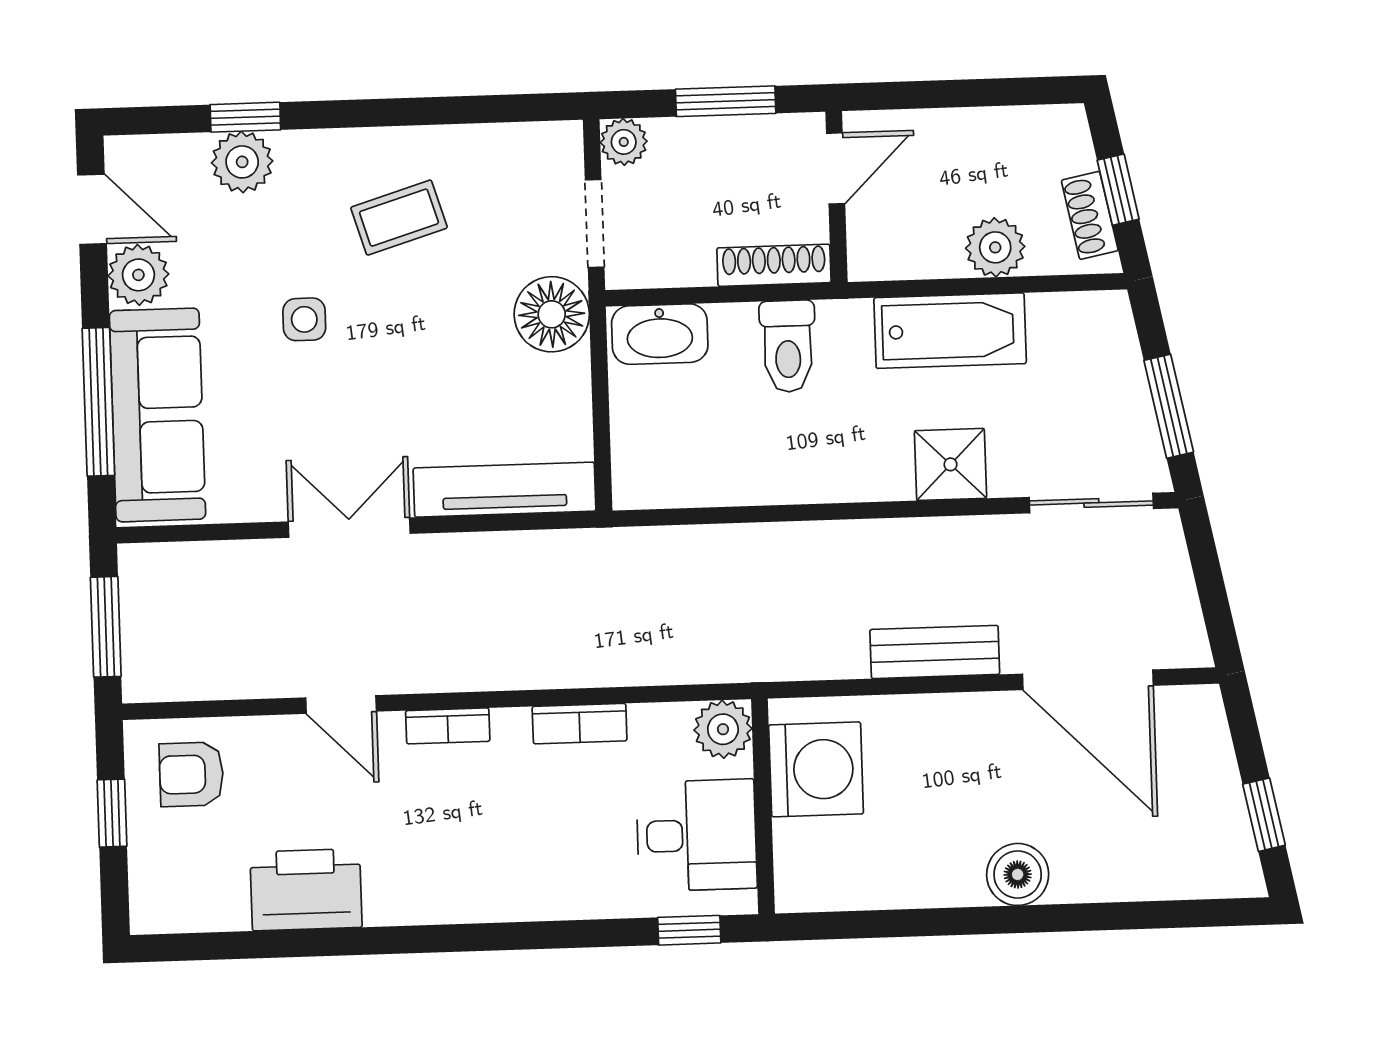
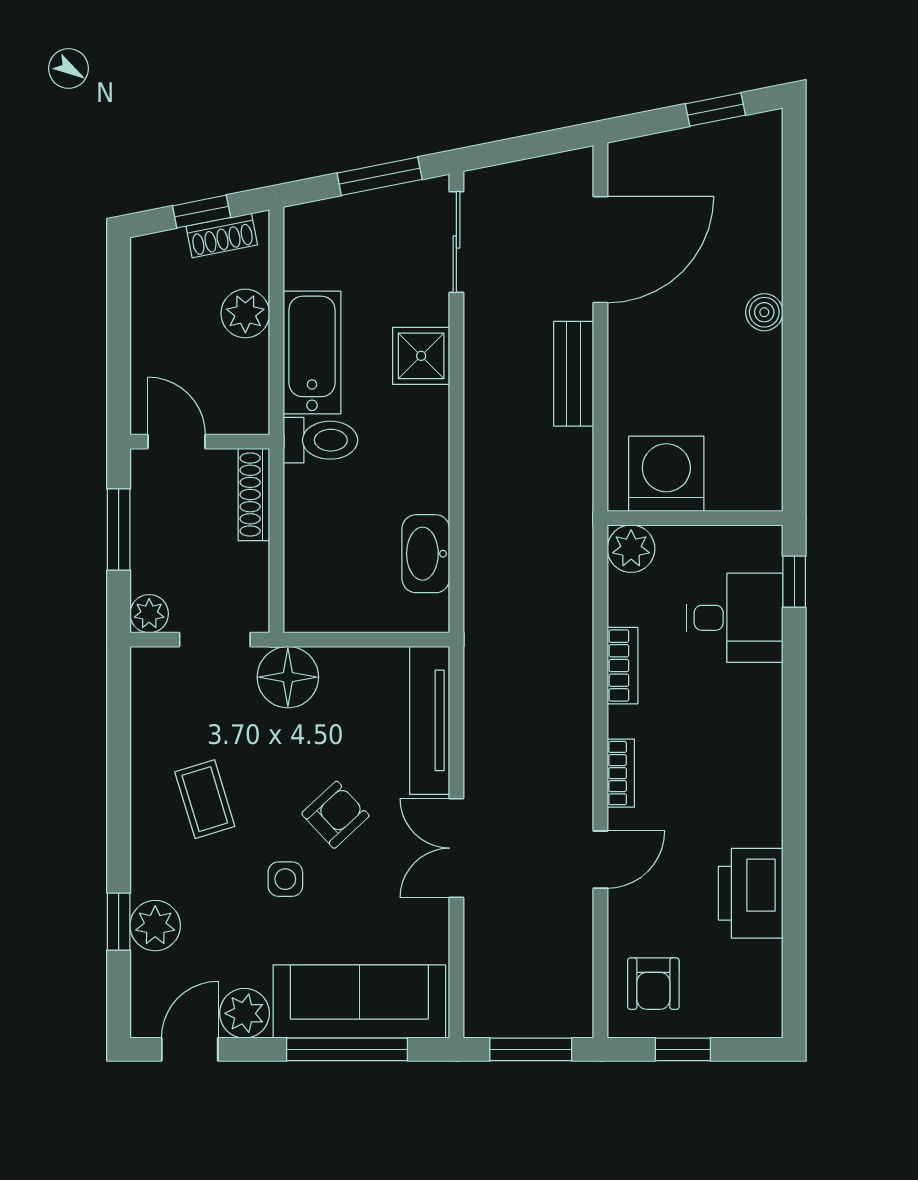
washbasin: (660, 334) -> (426, 554), moved, turned 180
toilet: (788, 346) -> (320, 440), moved
armchair: (385, 378) -> (335, 815), added
desk: (697, 835) -> (735, 618), moved, turned 90
boiler: (1018, 874) -> (764, 312), width x0.73, depth x0.73

